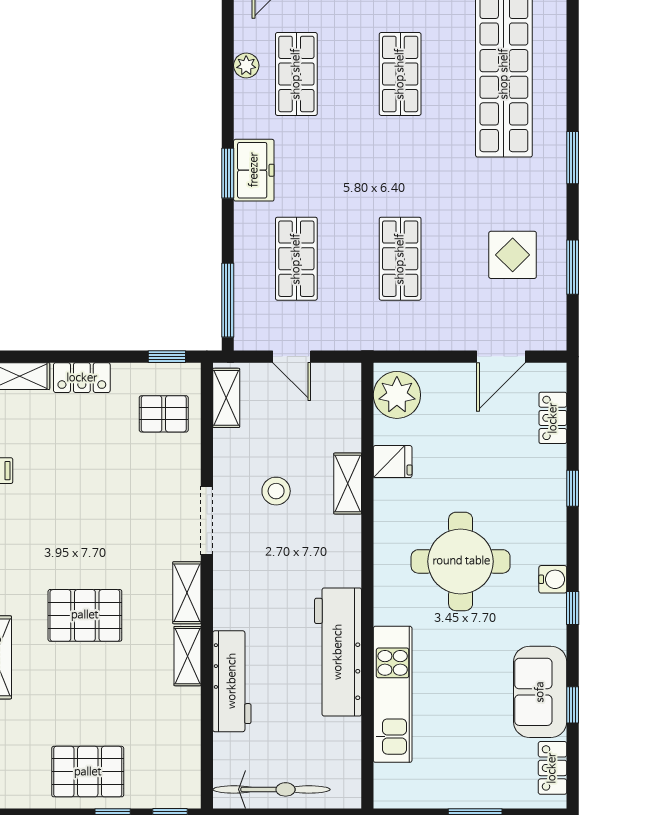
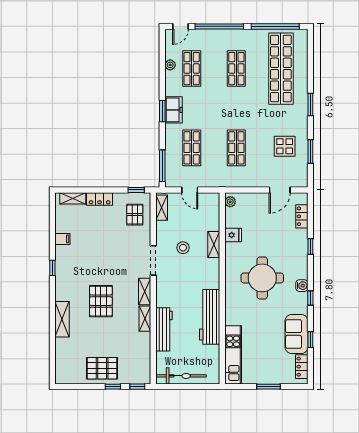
plant: (397, 395) -> (230, 202), width x0.53, depth x0.53
pallet: (164, 414) -> (135, 215), turned 90
pallet: (85, 615) -> (101, 301), turned 90
kitchen unit: (393, 694) -> (233, 355), moved

